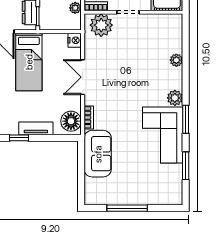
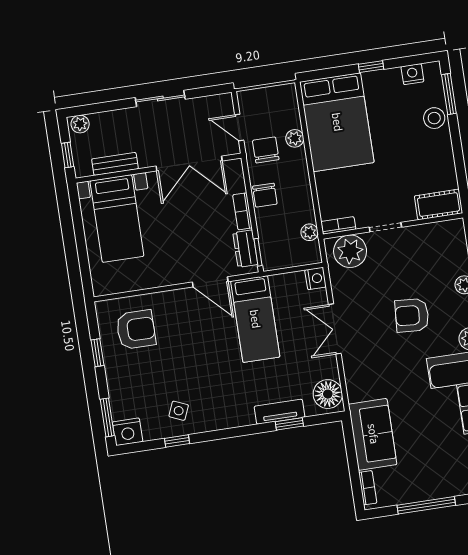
armchair: (137, 76) -> (412, 315), added
bookcase: (89, 117) -> (368, 488), moved
window: (19, 138) -> (289, 424), moved

